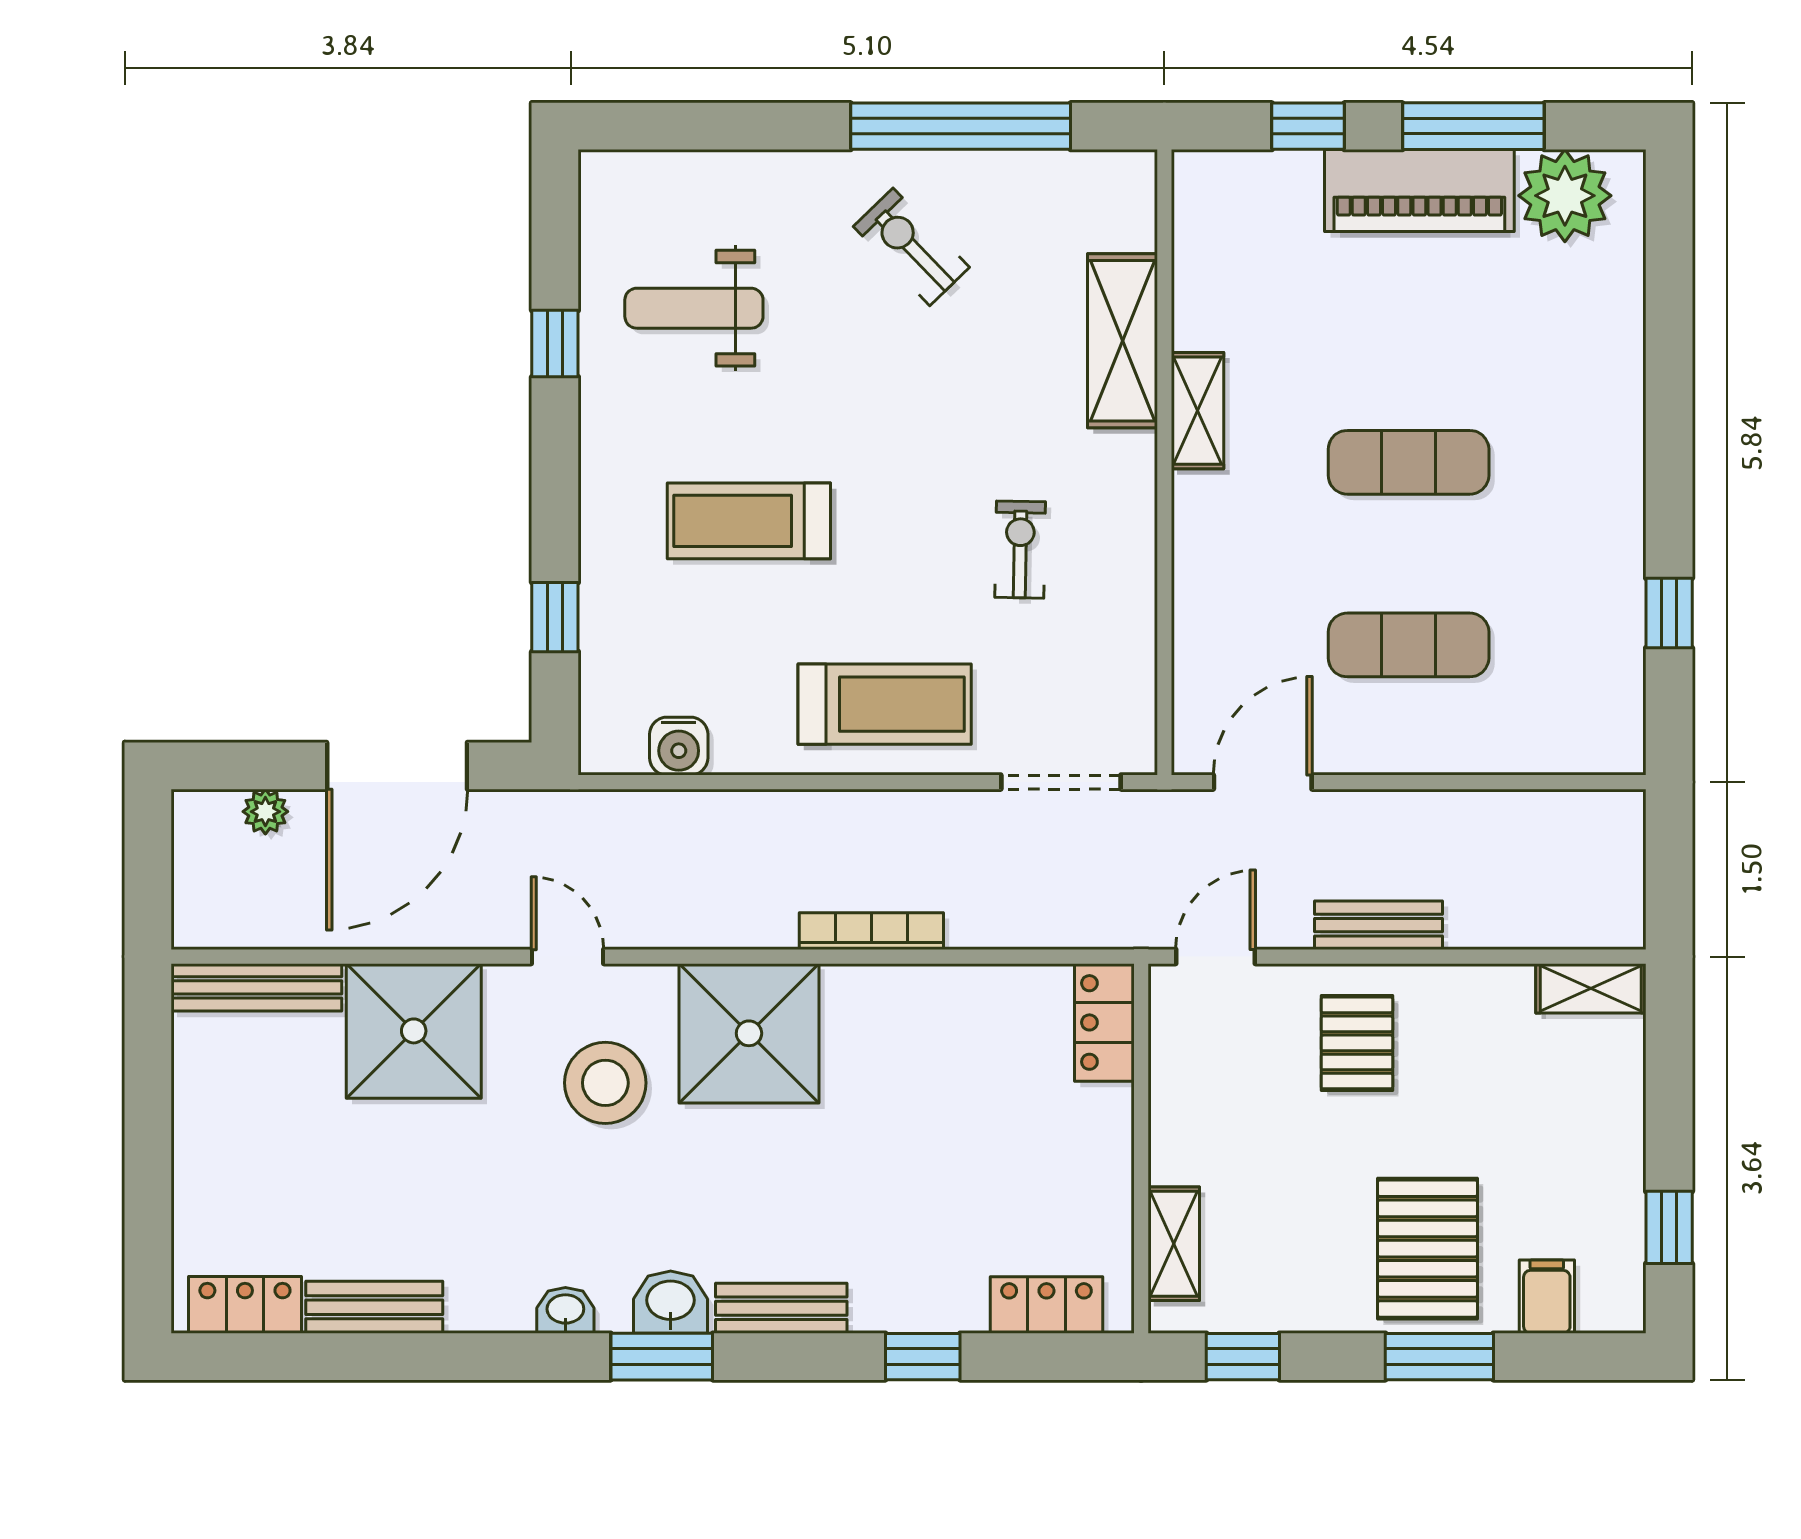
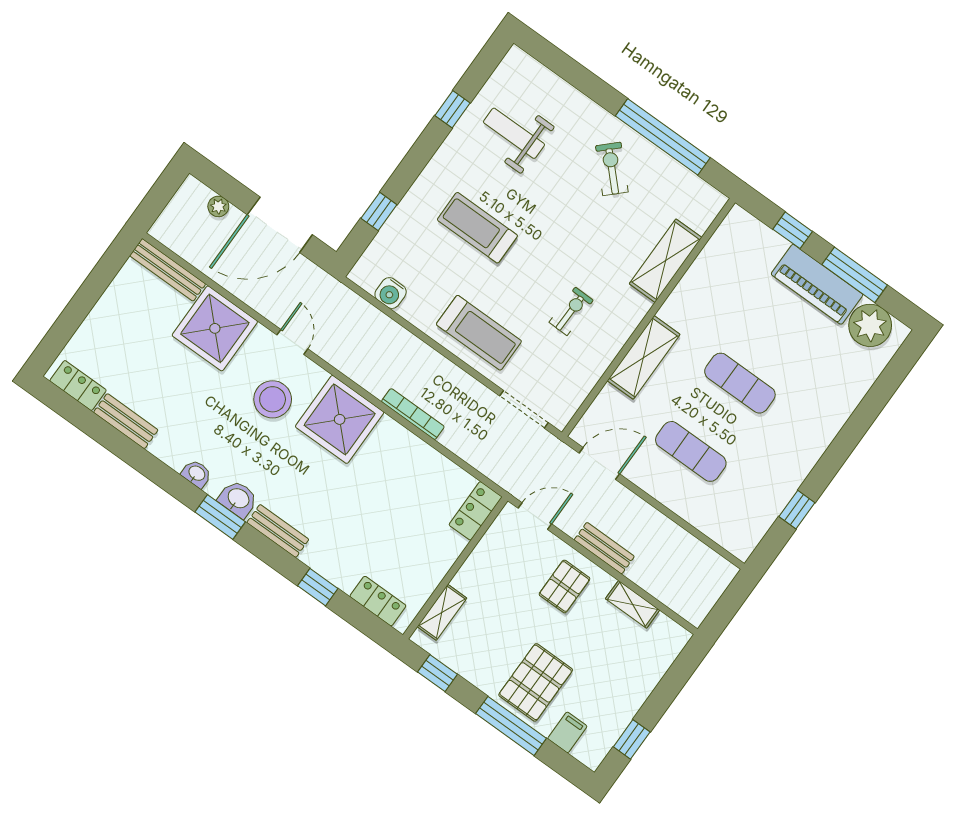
shelving: (1198, 411) -> (644, 357), moved, width x1.50, depth x1.33
shelving: (1591, 988) -> (633, 604), moved
window: (1439, 1357) -> (511, 726), width x1.44

